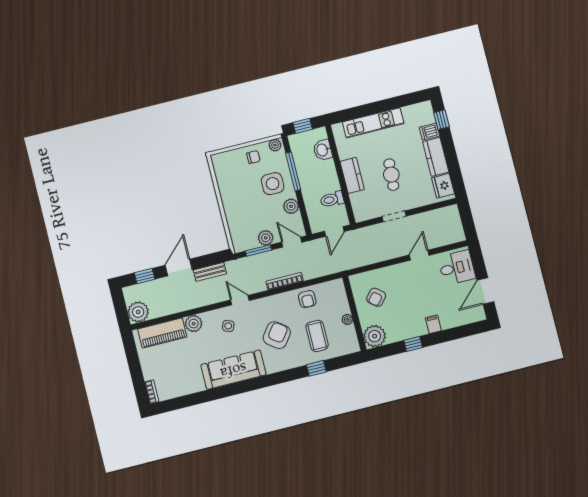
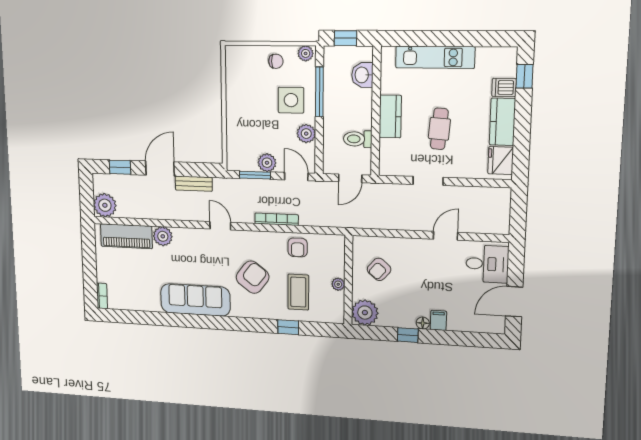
side table: (228, 326) -> (201, 250), removed
floor lamp: (422, 330) -> (423, 323), added

